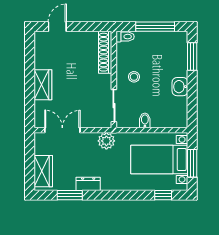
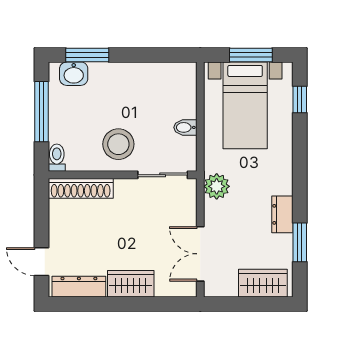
dresser: (41, 51) -> (79, 287), added
stool: (134, 77) -> (118, 144), width x1.89, depth x1.89
washbasin: (180, 87) -> (74, 74), moved

